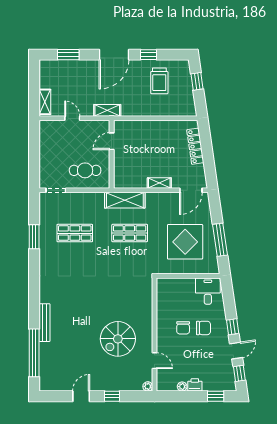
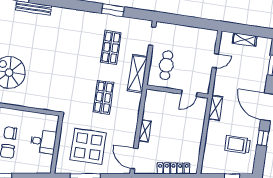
shelving: (45, 102) -> (245, 40), moved
shelving: (107, 110) -> (216, 108), moved
door: (112, 141) -> (189, 93), swing flipped
shelving: (125, 200) -> (137, 74), moved
desk: (208, 291) -> (43, 141), moved

